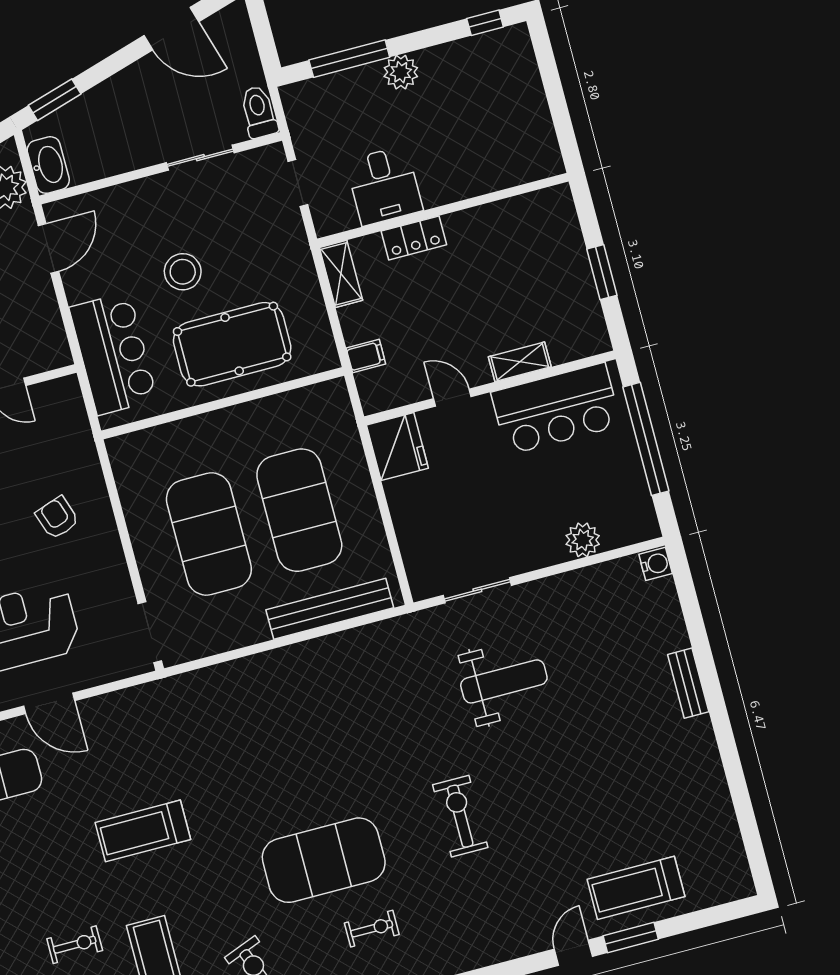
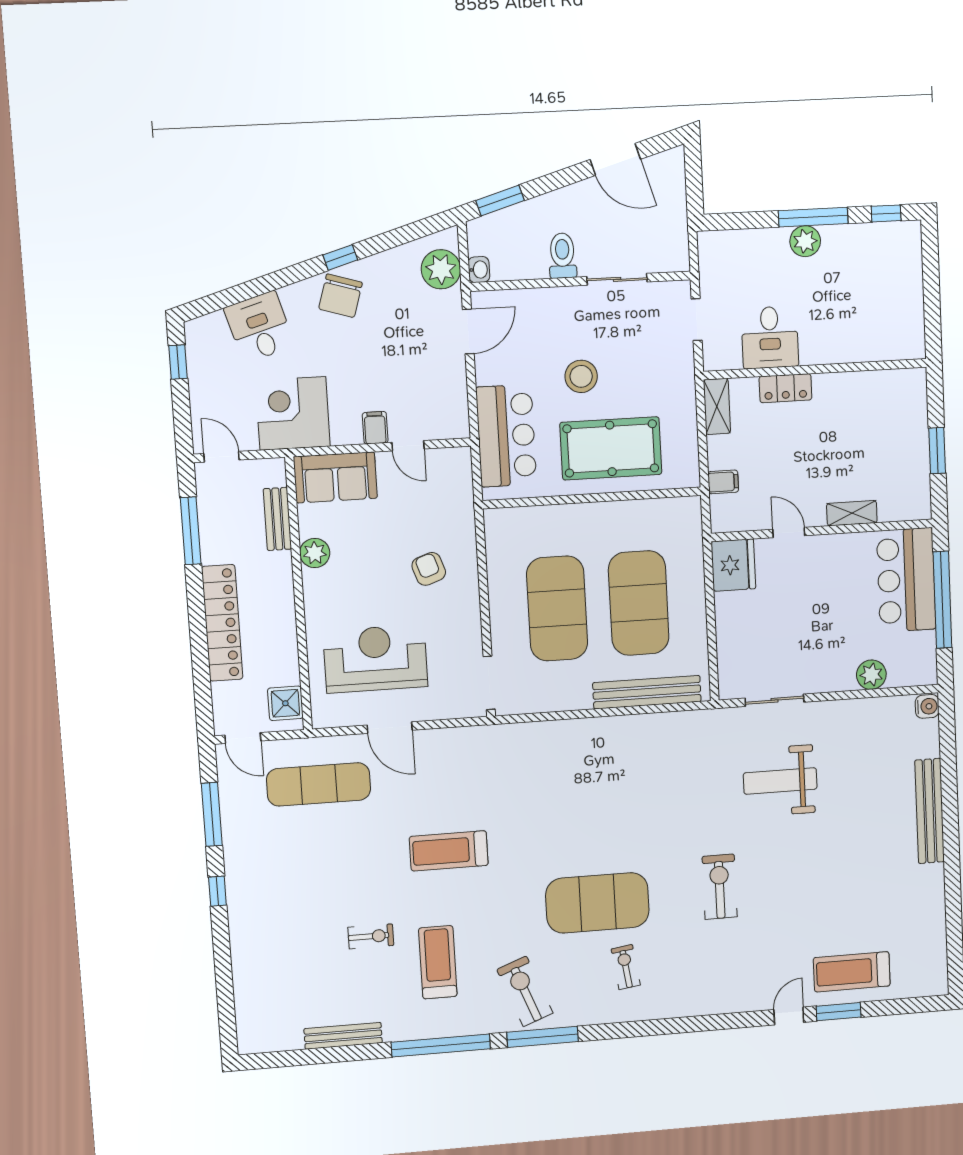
window: (349, 59) -> (813, 217), moved
toilet: (259, 112) -> (562, 256), moved
washbasin: (48, 165) -> (479, 270), width x0.52, depth x0.69
bar counter: (556, 409) -> (906, 580), moved, turned 90
weight bench: (504, 681) -> (780, 781), turned 180
bench: (688, 683) -> (930, 811), width x1.86, depth x1.21
exercise bike: (372, 929) -> (626, 967), turned -98

